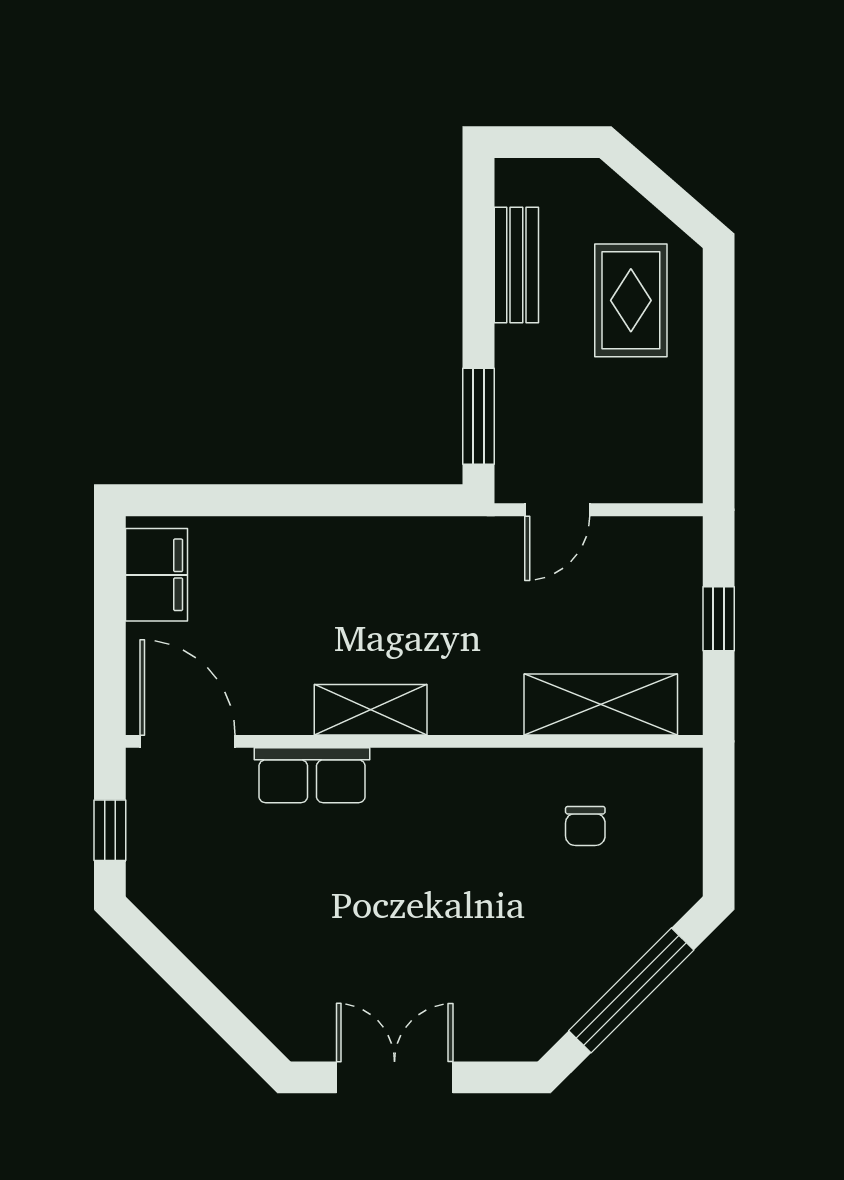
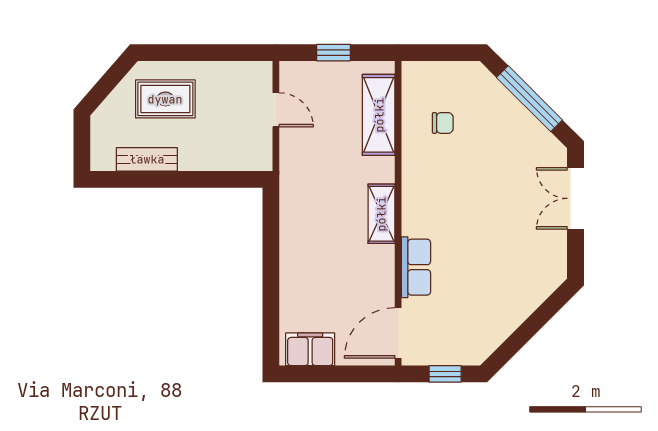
window: (478, 416) -> (227, 179), removed
door: (557, 510) -> (276, 110), moved
shelving: (371, 710) -> (381, 214), moved
double door: (395, 1077) -> (575, 198), moved

